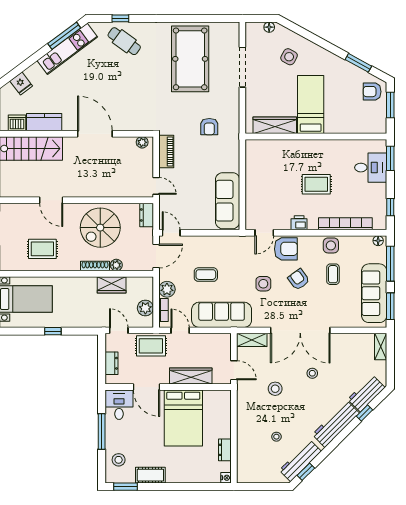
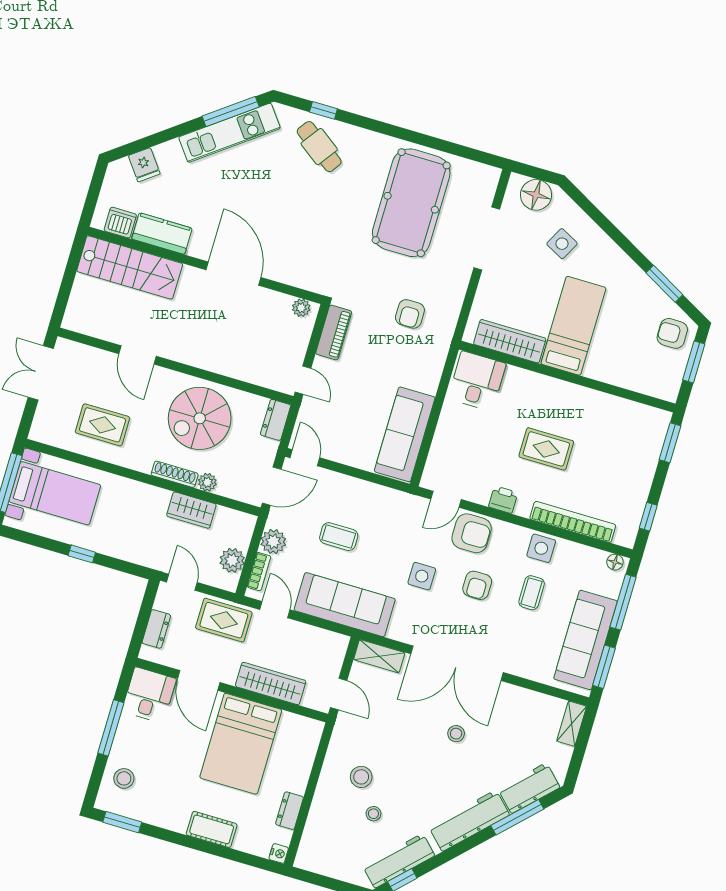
floor lamp: (269, 27) -> (536, 195), width x1.89, depth x1.89
desk: (371, 168) -> (477, 381), moved, turned -90
armchair: (299, 279) -> (477, 585), turned -144
stool: (275, 389) -> (361, 777), moved
window: (364, 413) -> (517, 817), width x2.17
cot: (150, 475) -> (212, 829), moved

